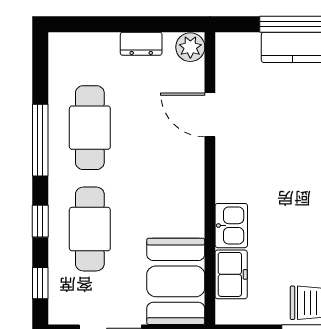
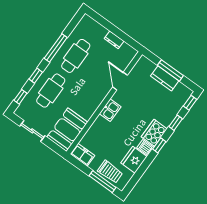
plant: (190, 47) -> (130, 53), removed
kitchen sink: (231, 226) -> (110, 110), moved
freezer: (231, 274) -> (82, 155), moved, turned -90

